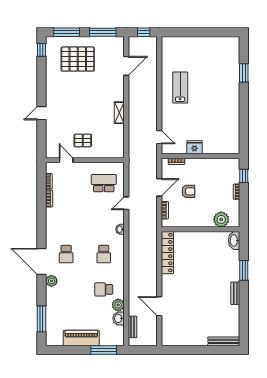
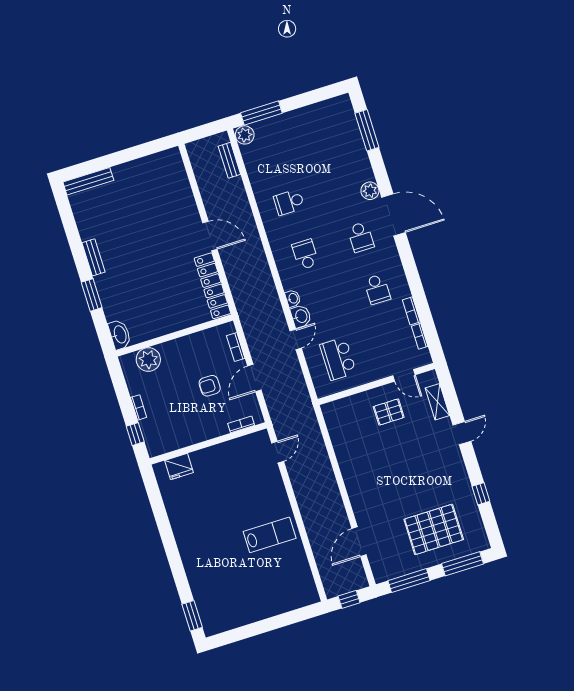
window: (42, 50) -> (481, 494), moved
window: (244, 73) -> (192, 616), moved
lab bench: (180, 87) -> (270, 535), turned -90
shelving: (119, 113) -> (437, 402), moved
door: (159, 137) -> (278, 452), swing flipped
fridge: (195, 147) -> (179, 467), moved
school desk: (104, 183) -> (338, 359), turned 90
school desk: (66, 219) -> (377, 289), added
school desk: (66, 254) -> (361, 237), turned 180
school desk: (104, 289) -> (289, 202), turned 180
plant: (118, 305) -> (245, 135), moved
door: (159, 306) -> (210, 236), moved
washbasin: (119, 318) -> (301, 316), moved
piano: (81, 338) -> (300, 120), removed

